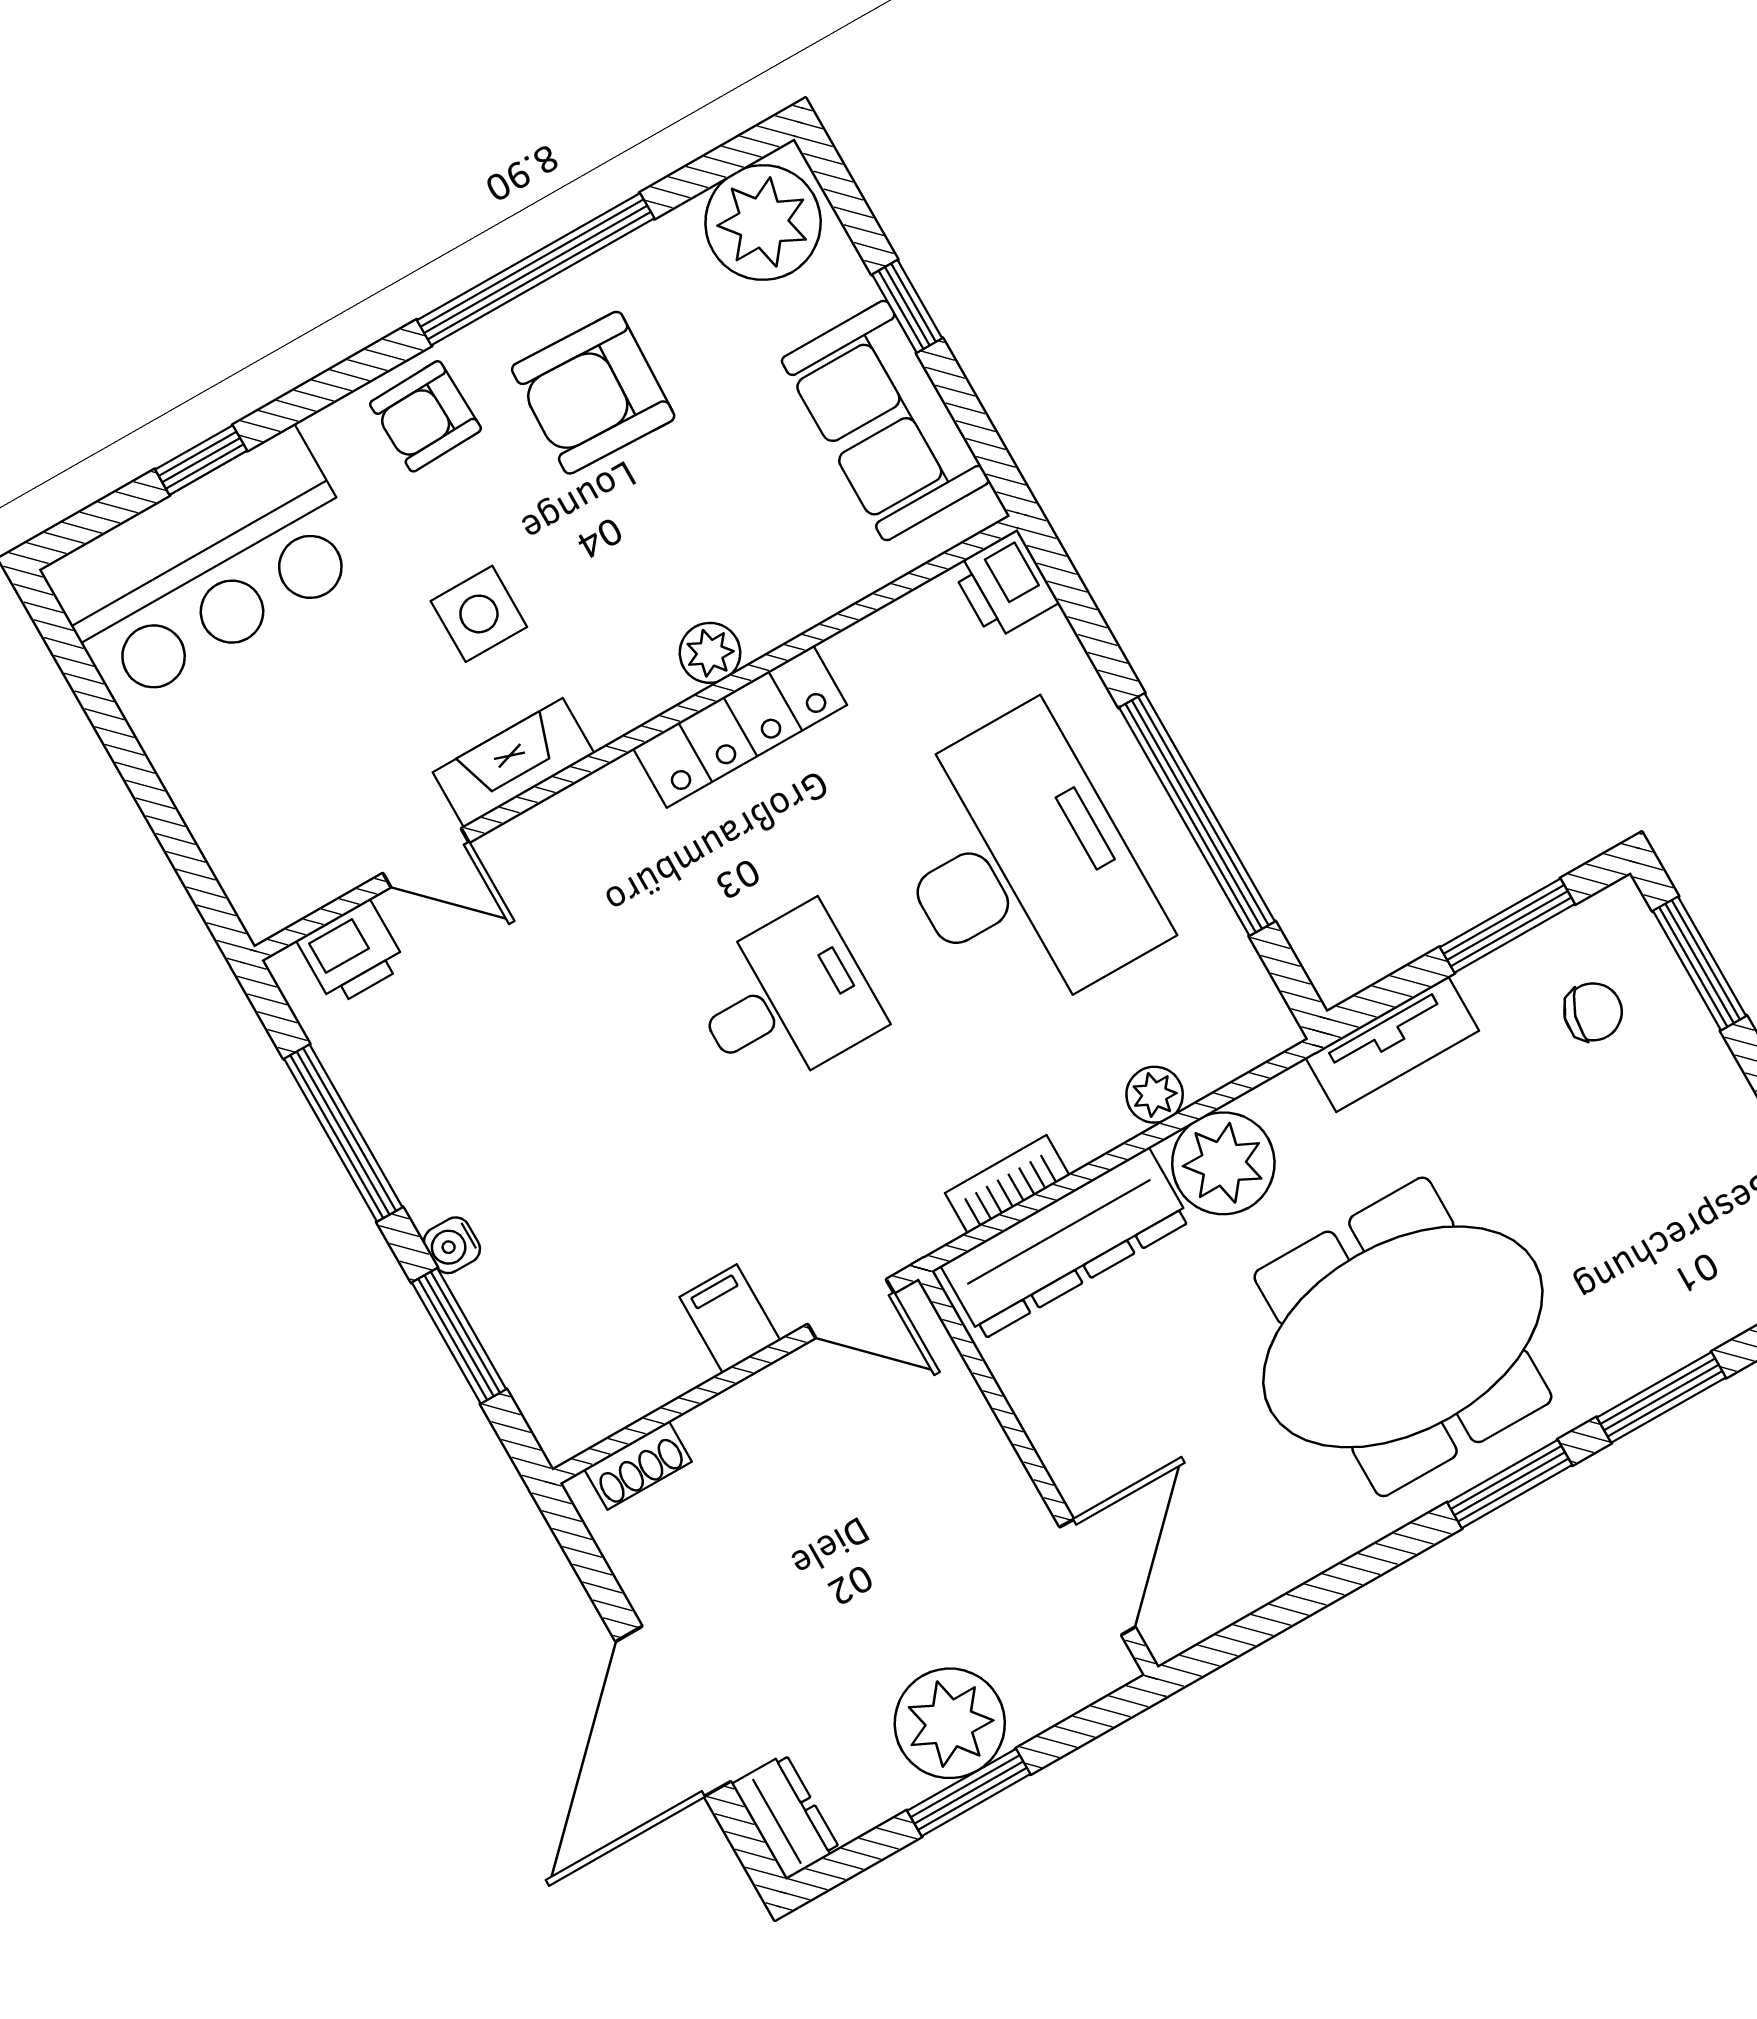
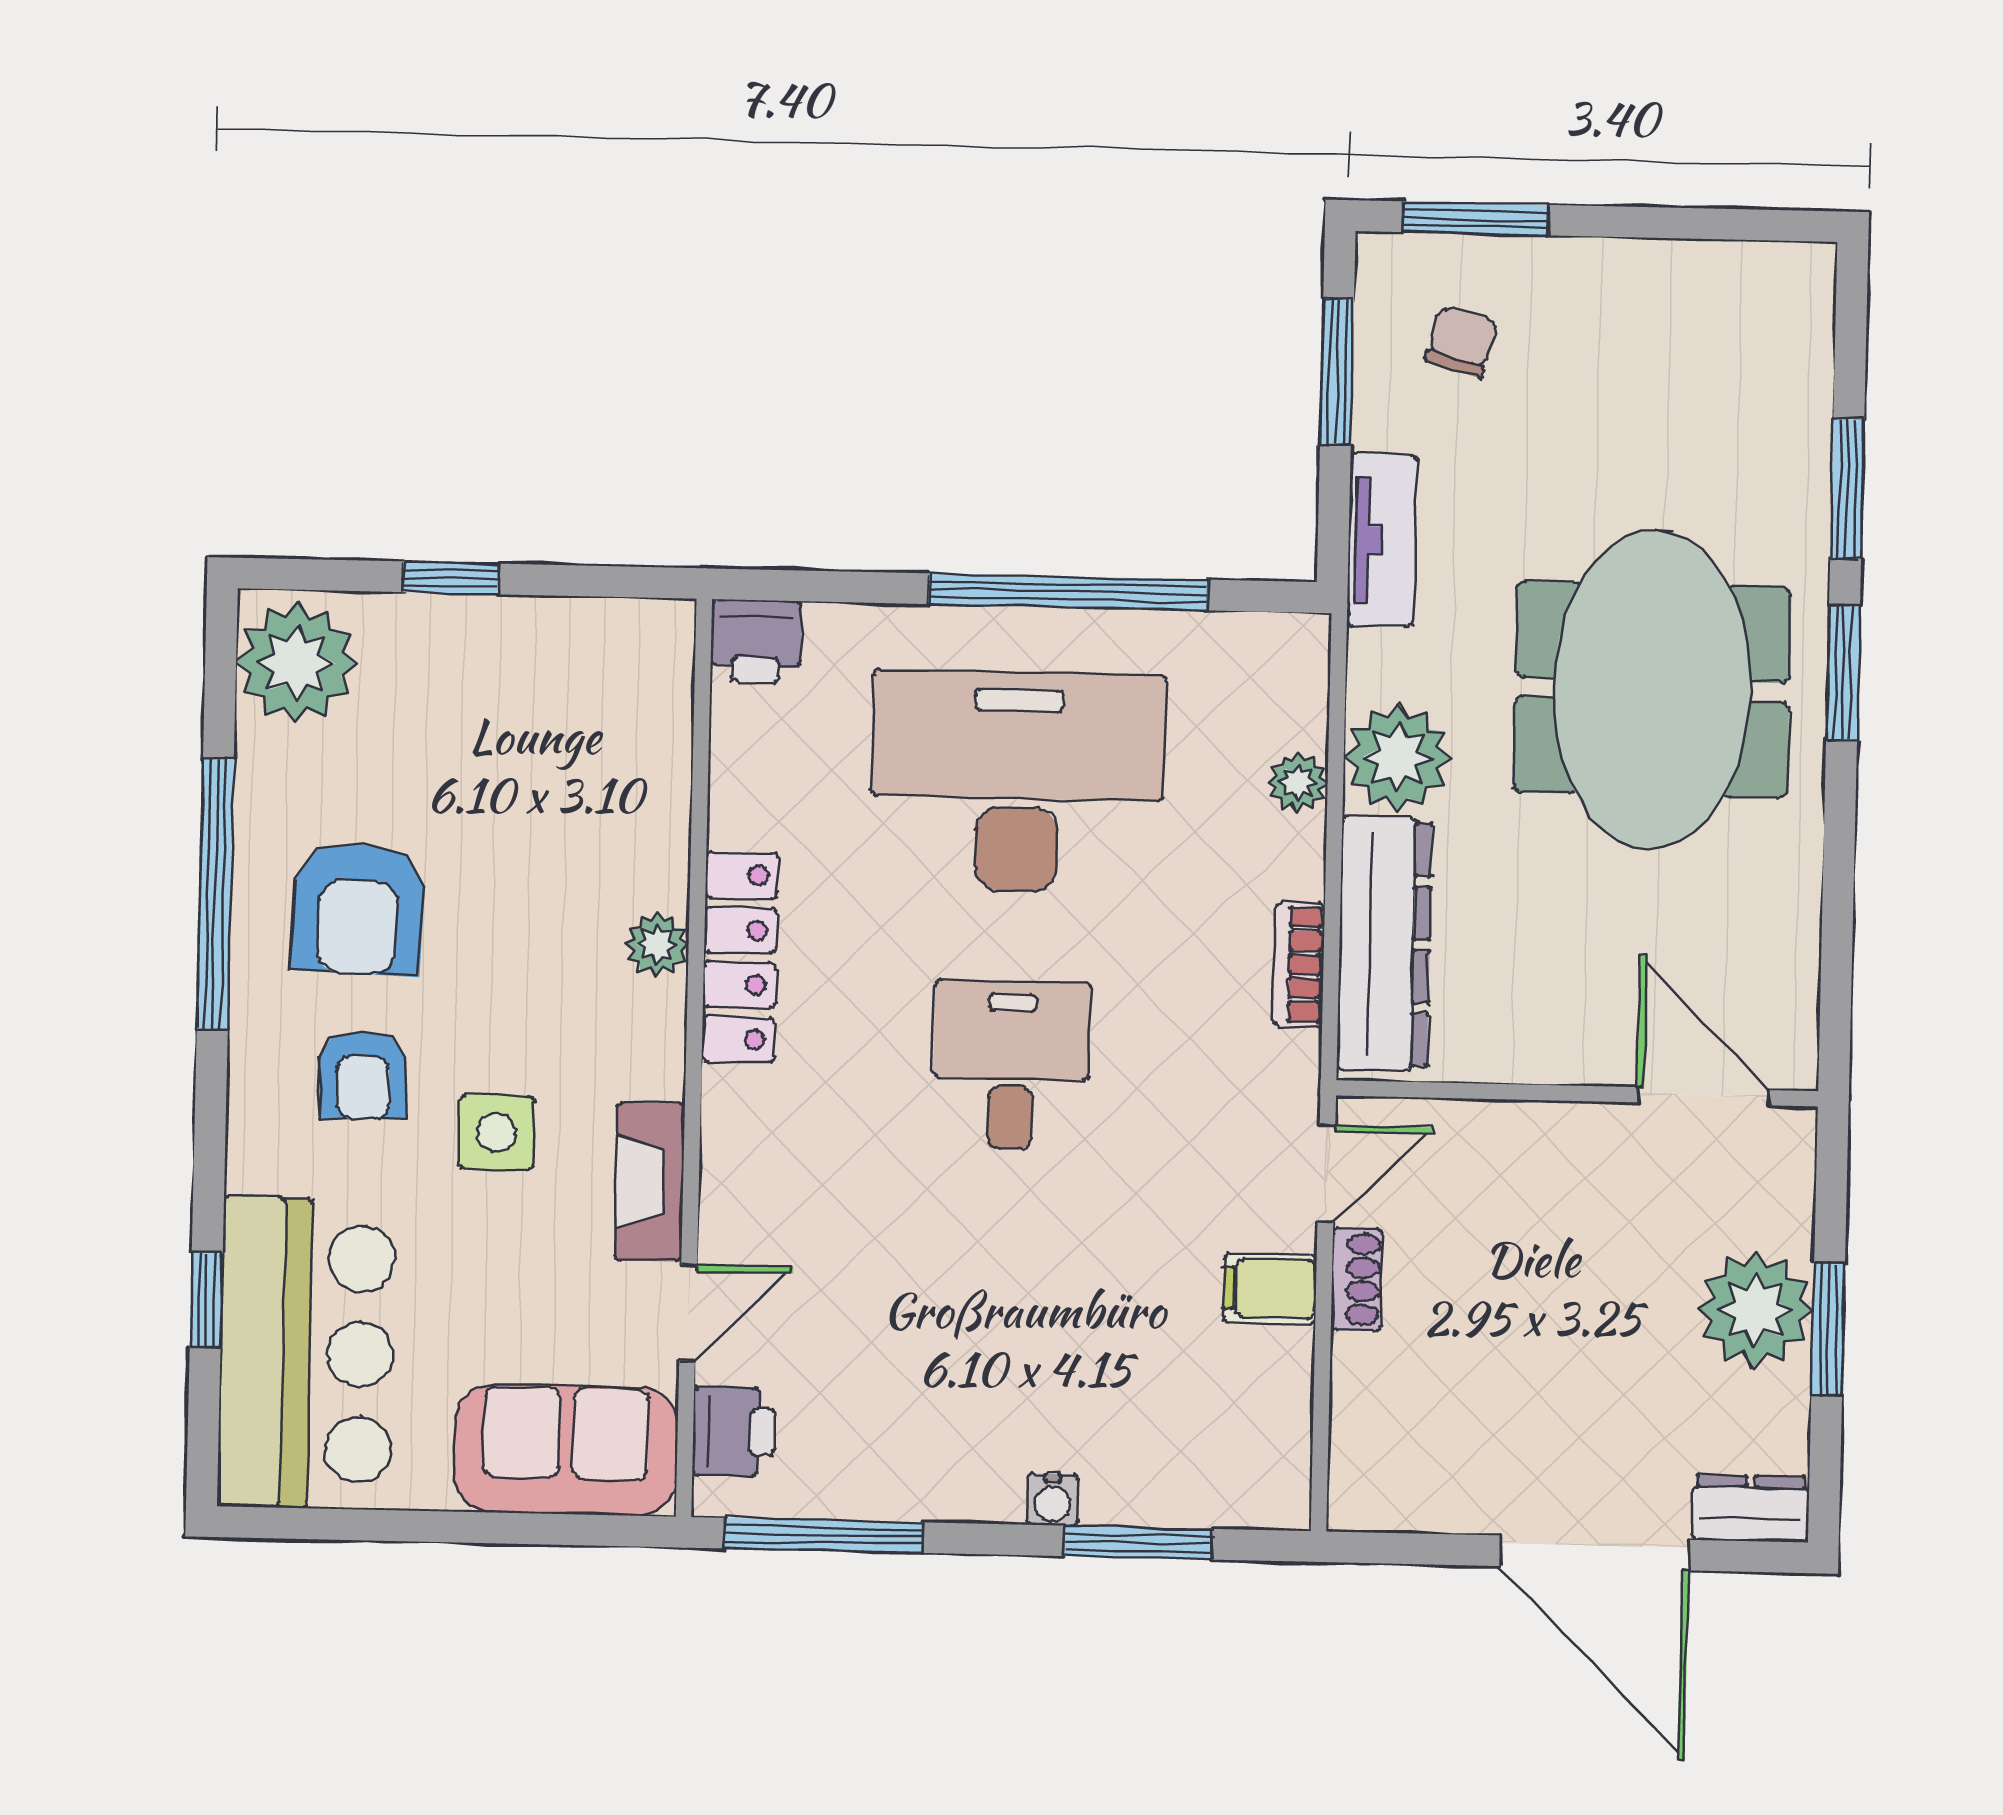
armchair: (425, 416) -> (363, 1075), moved
sofa: (885, 420) -> (566, 1450), moved, turned 180
window: (343, 1133) -> (824, 1535), moved
shoe rack: (638, 1465) -> (1357, 1279), moved

